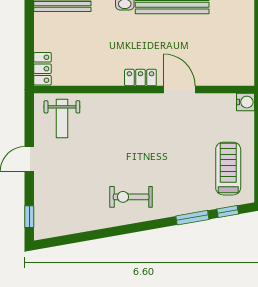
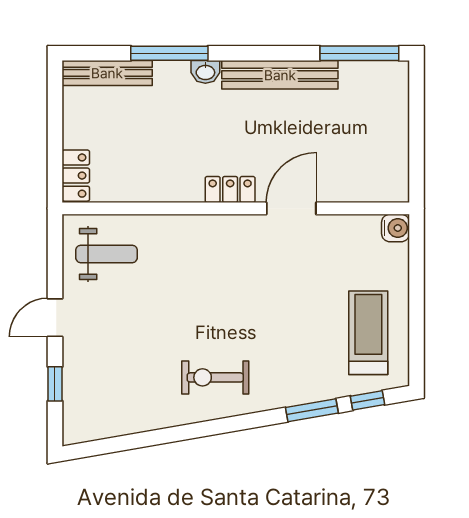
door: (179, 90) -> (291, 208), hinge flipped
weight bench: (62, 119) -> (106, 254), turned -90
window: (29, 217) -> (55, 384), moved

